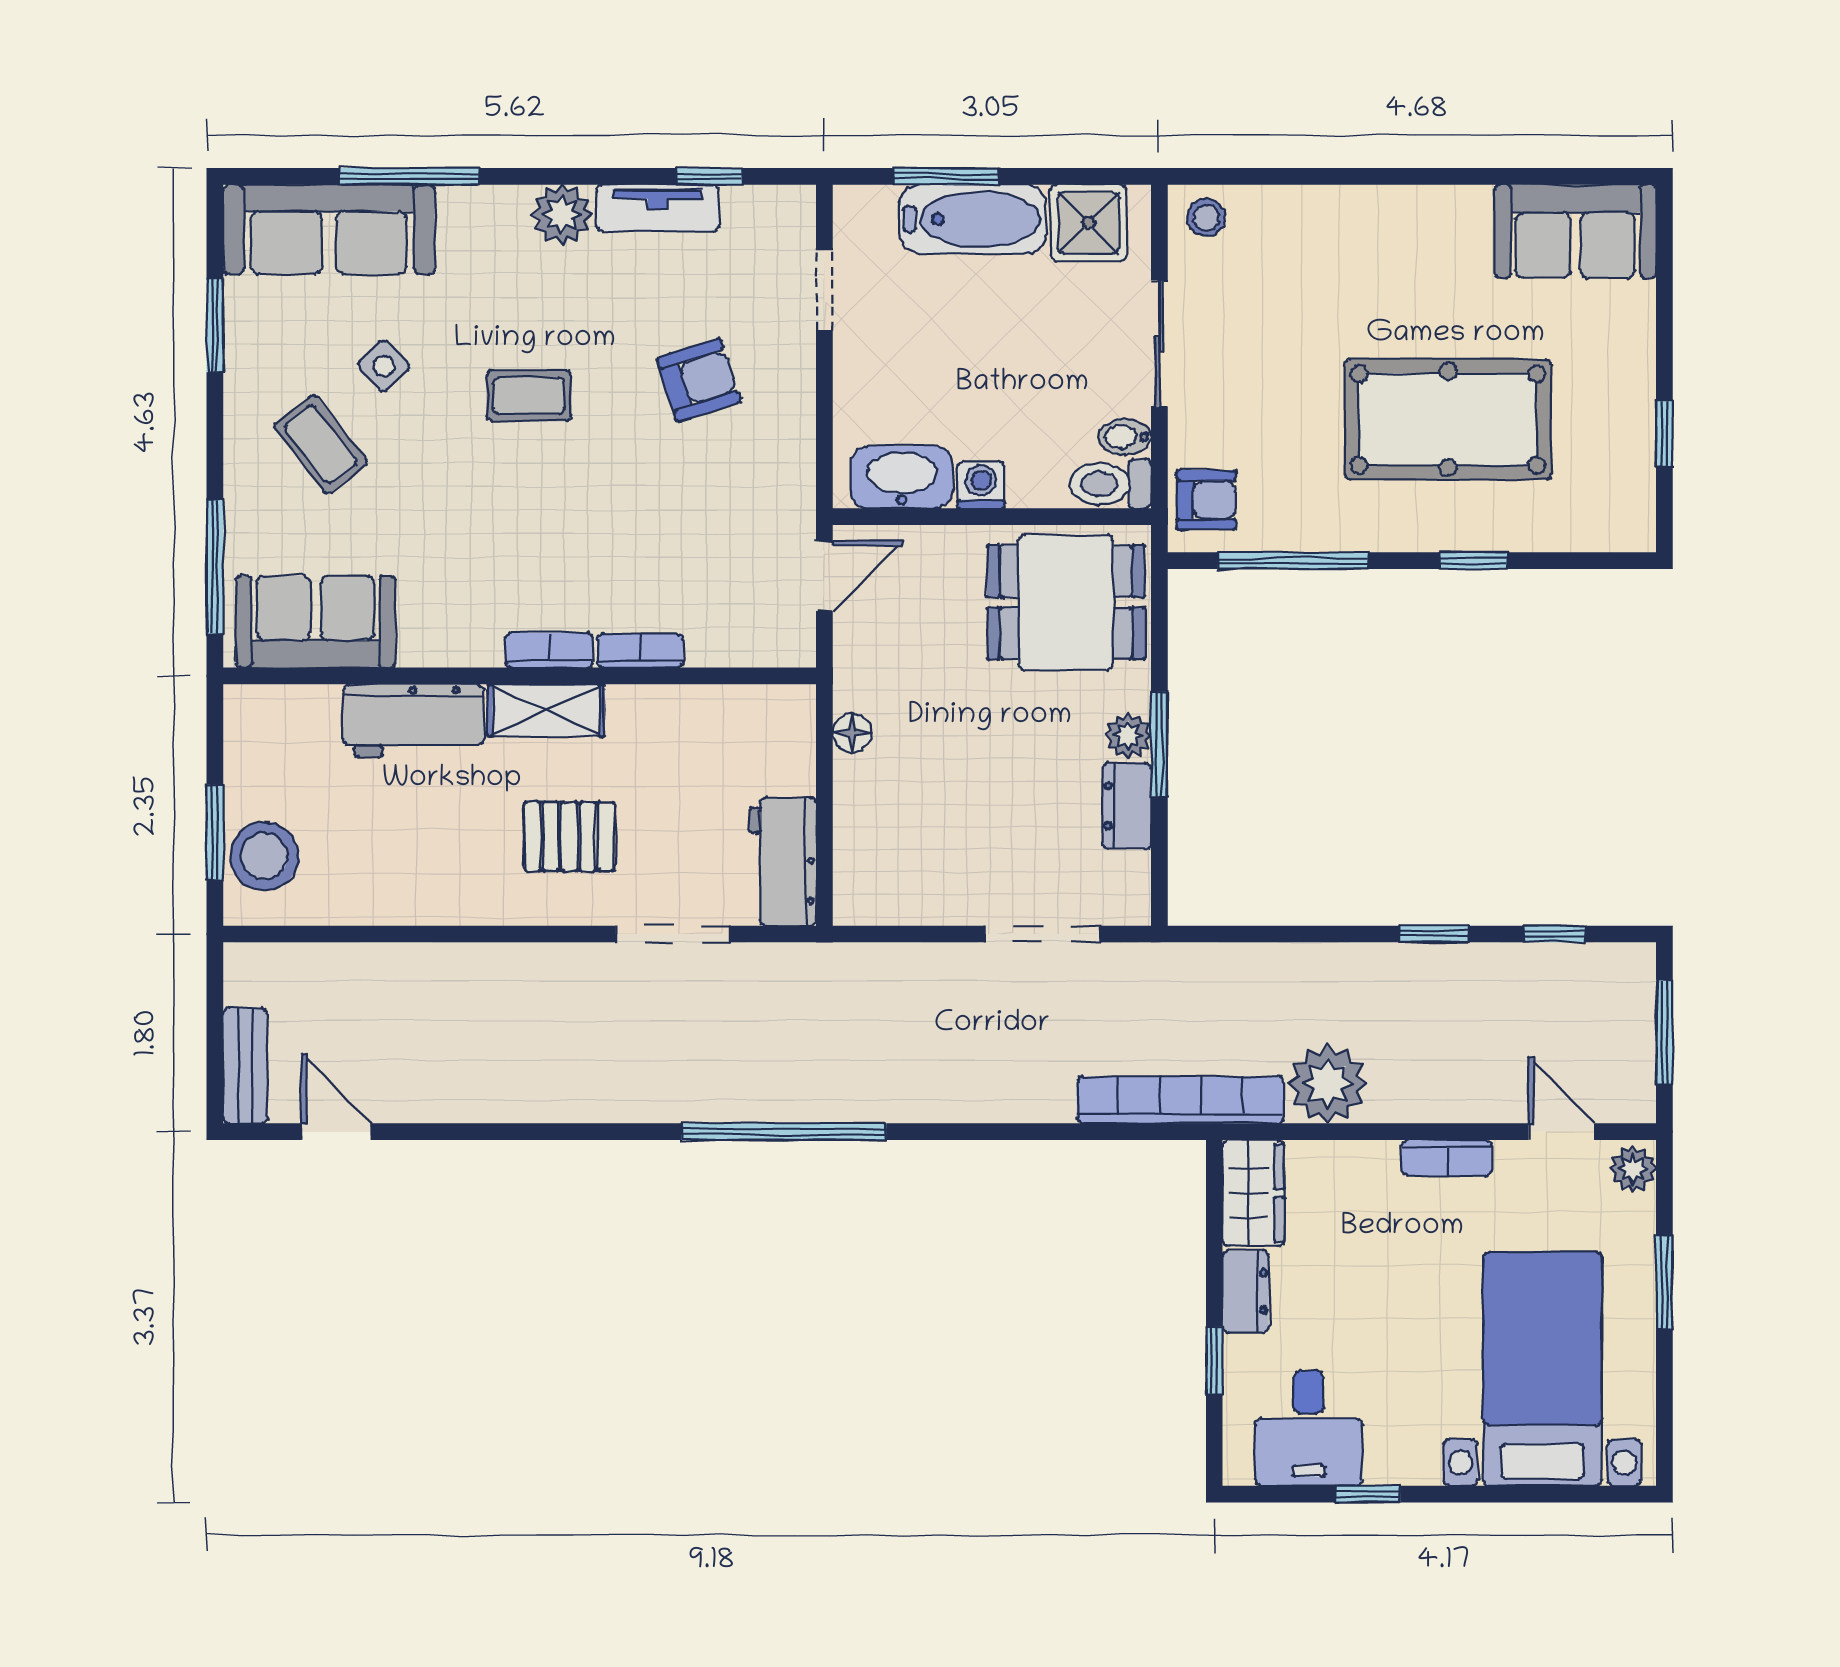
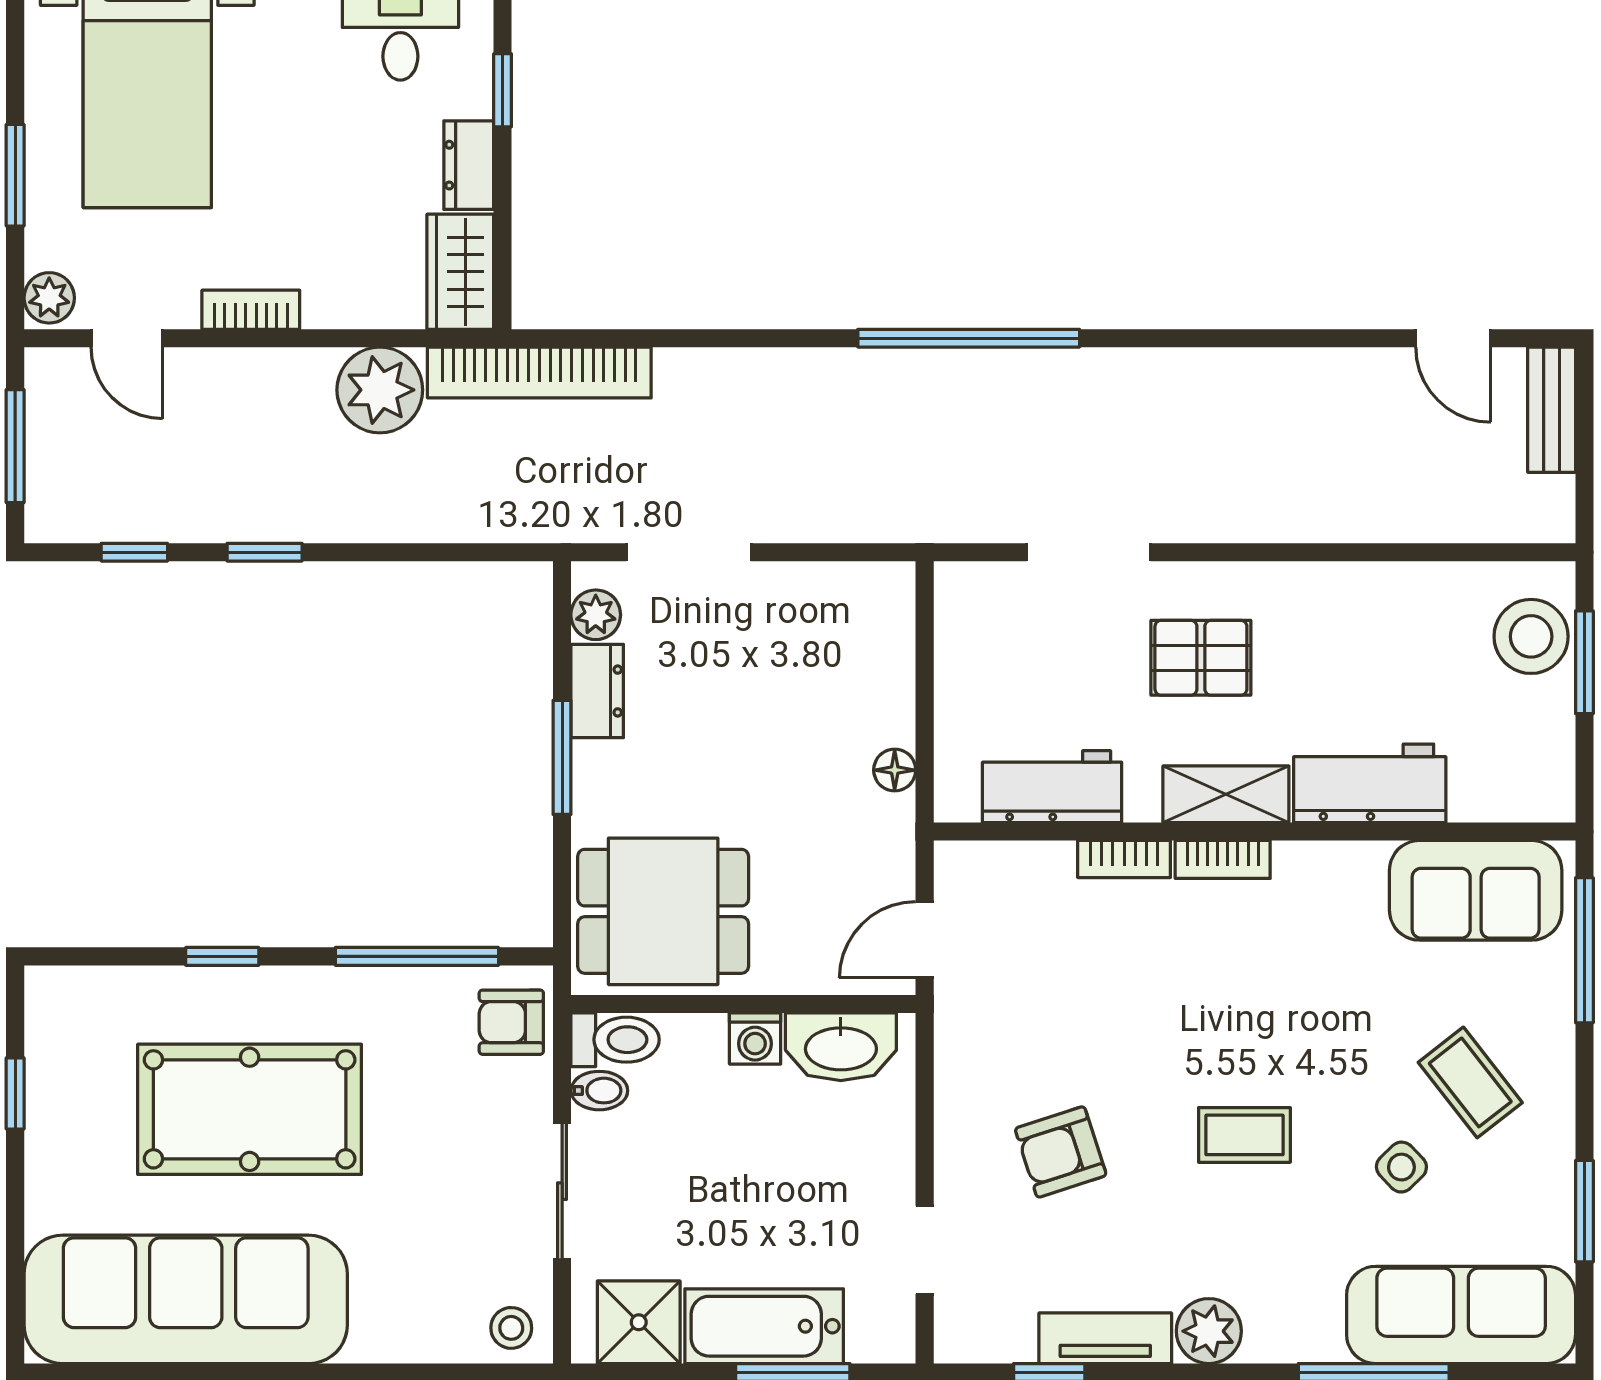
sofa: (1576, 231) -> (186, 1299), width x1.85, depth x1.27
plant: (1128, 735) -> (596, 615), moved
workbench: (783, 861) -> (1052, 787), moved, turned -90

